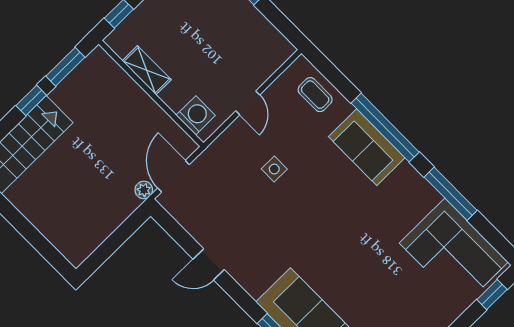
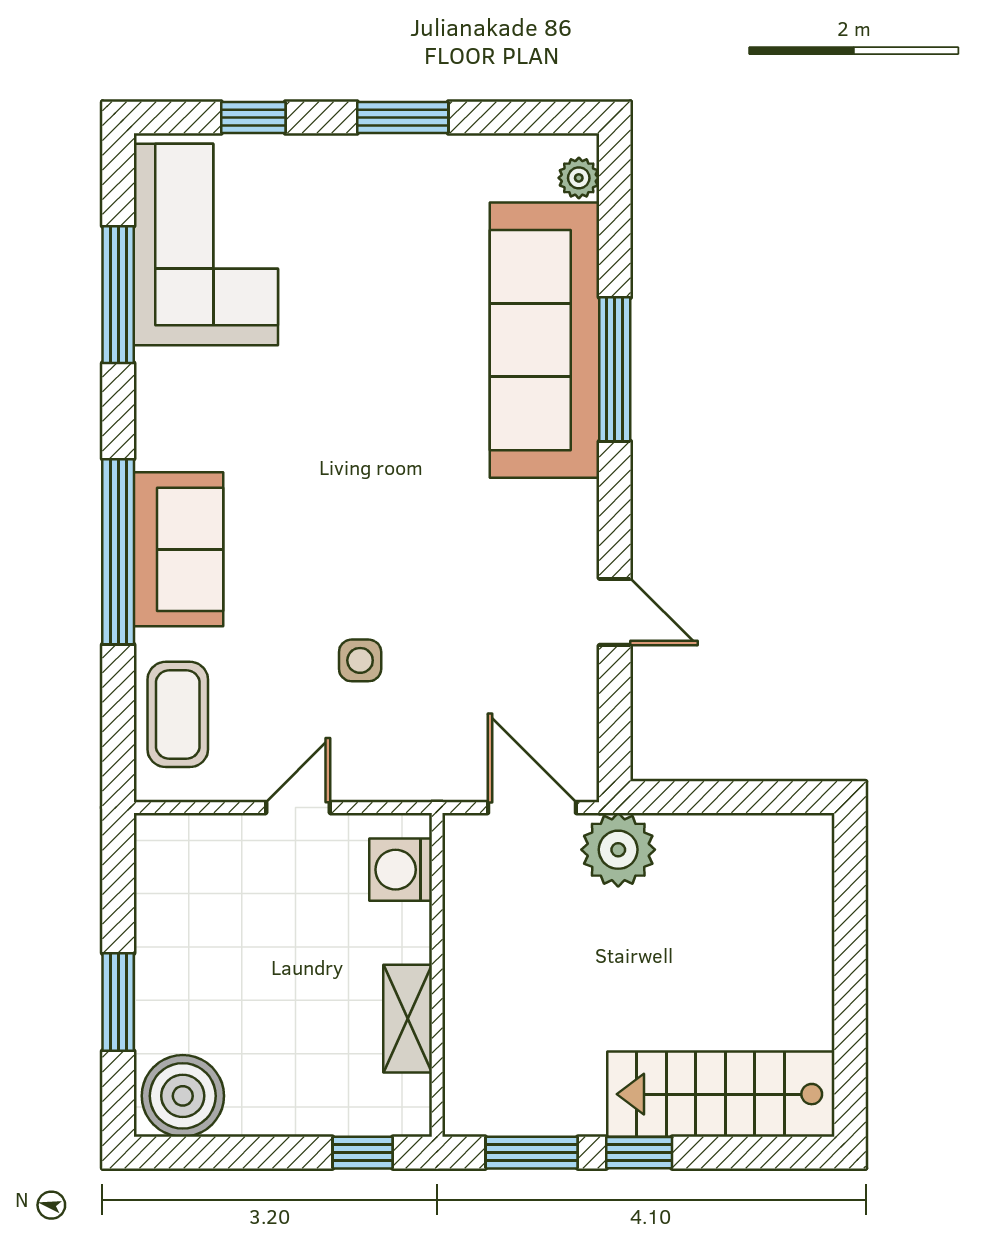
coffee table: (315, 95) -> (178, 714), width x1.36, depth x1.30
door: (174, 176) -> (532, 808), swing flipped
plant: (144, 190) -> (618, 850), width x1.87, depth x1.87
window: (451, 194) -> (118, 295), moved
window: (492, 294) -> (253, 117), moved

